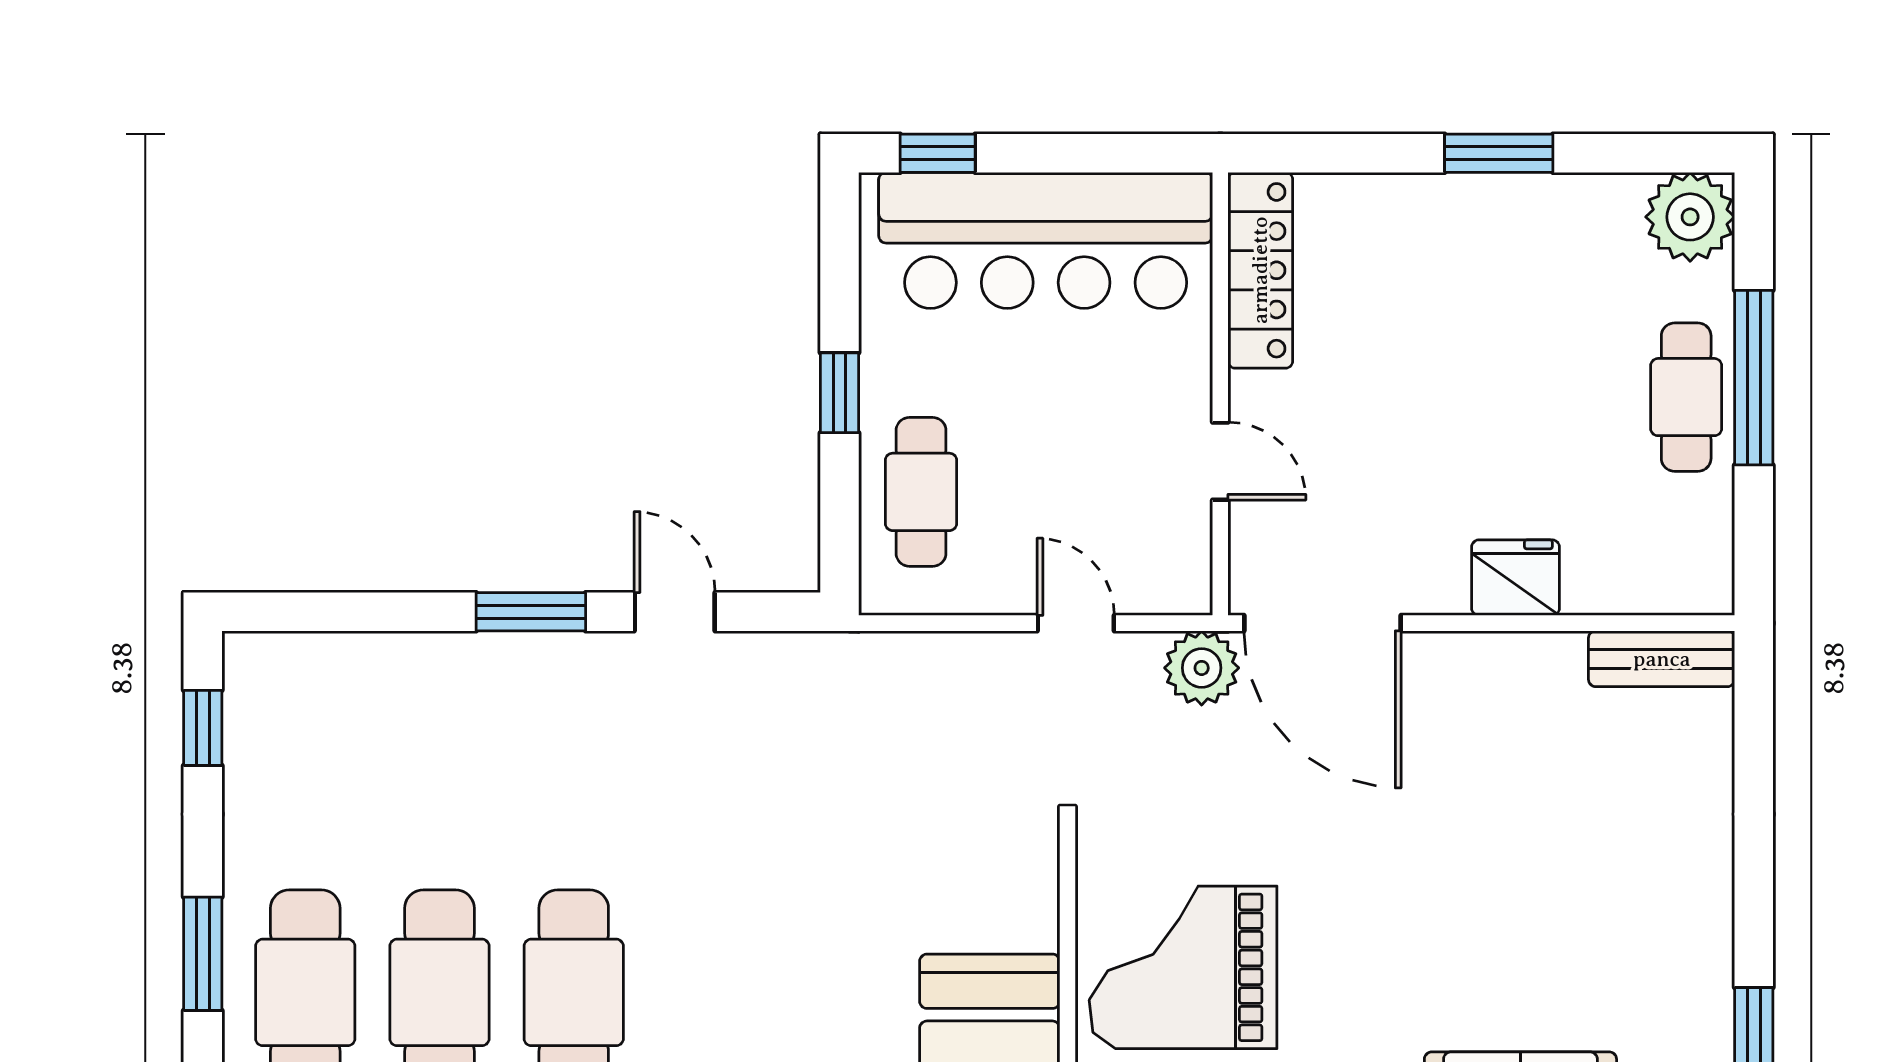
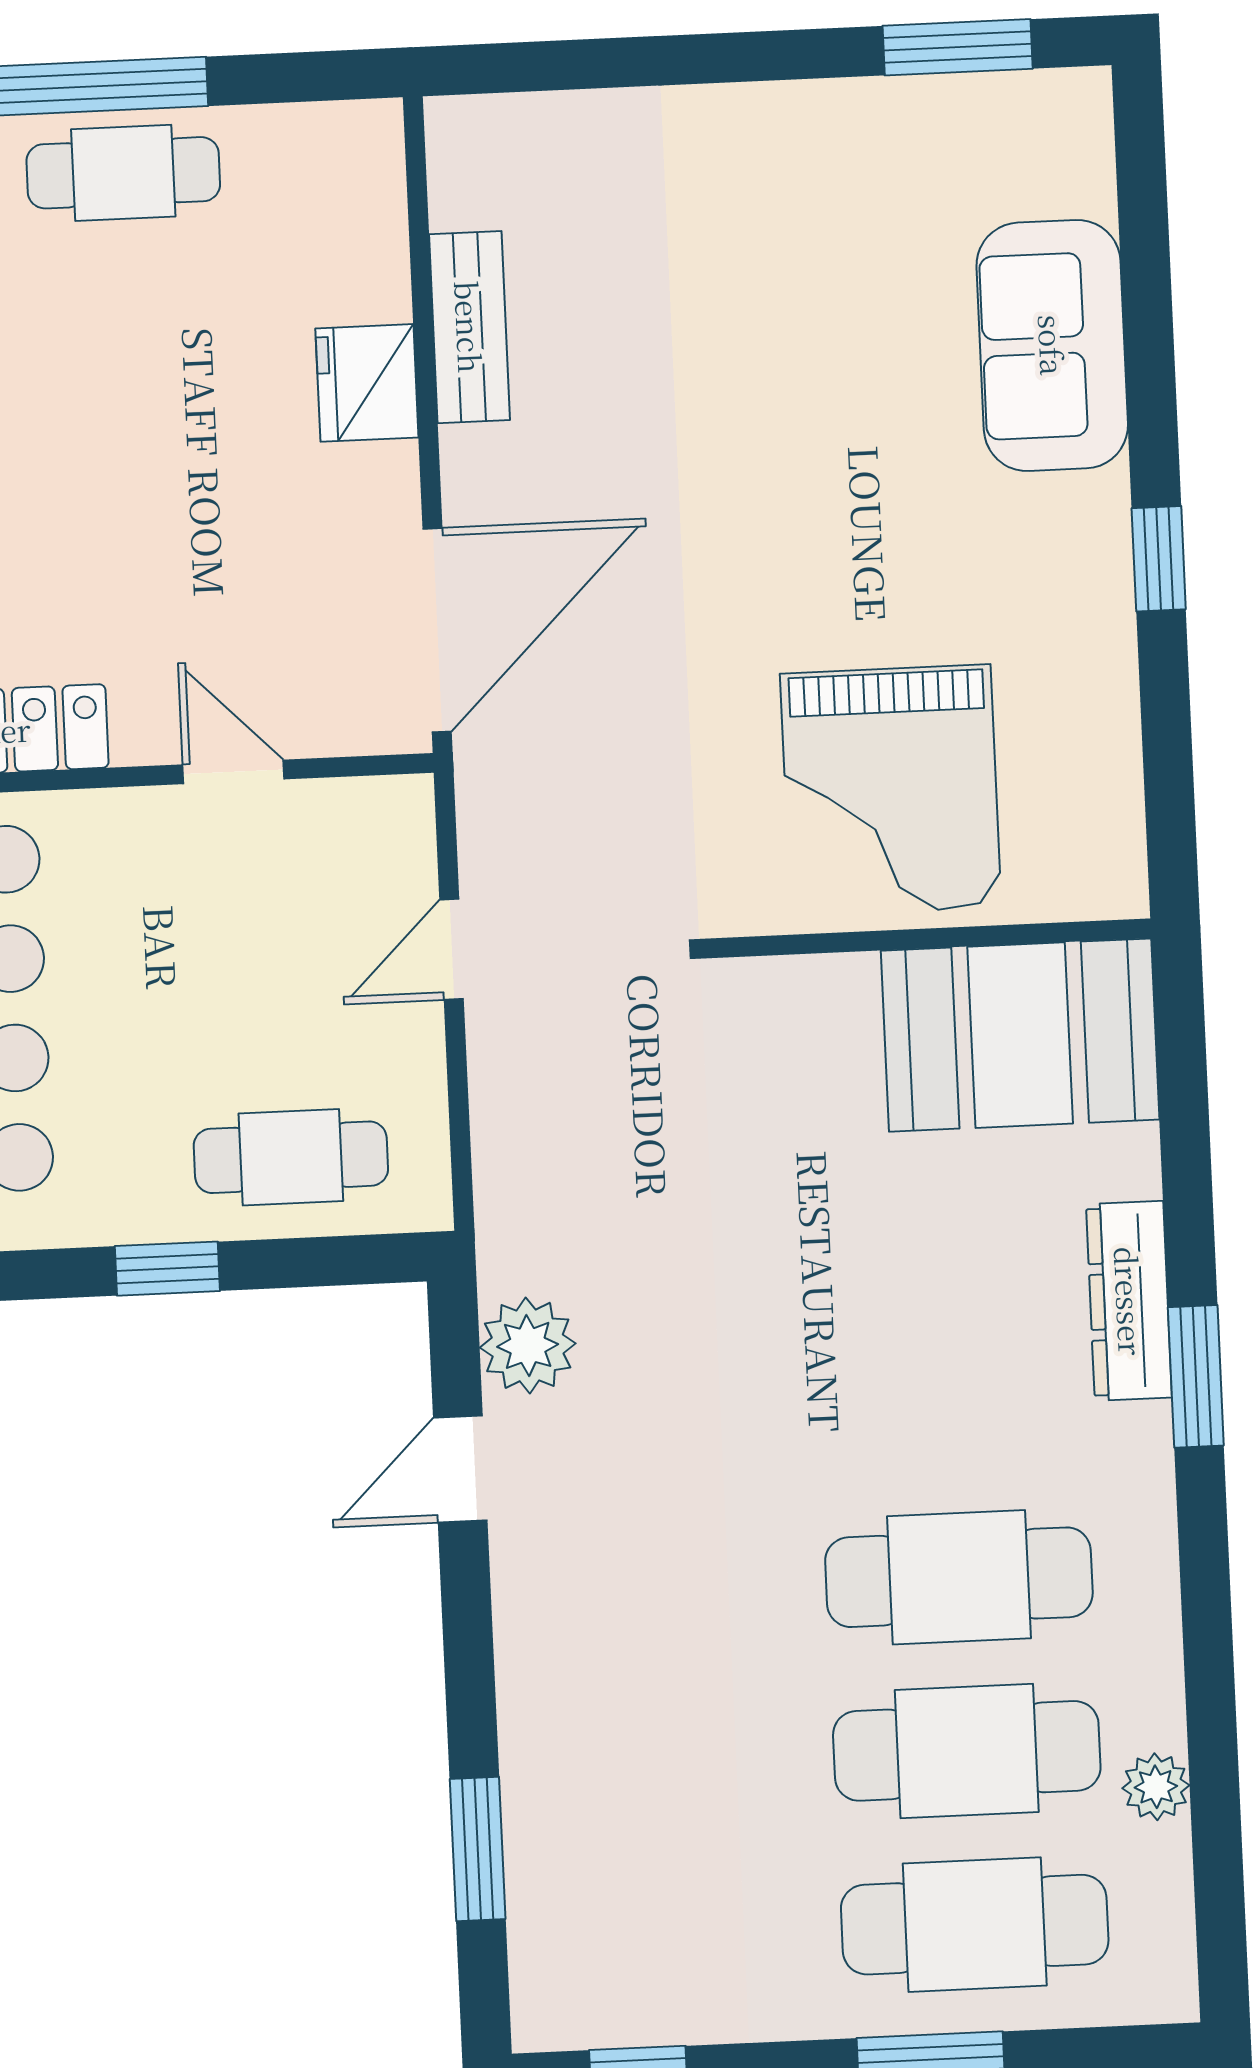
door: (1220, 461) -> (233, 772), hinge flipped
window: (531, 612) -> (478, 1849), moved
bench: (1662, 659) -> (469, 327), moved
plant: (1202, 668) -> (528, 1345), moved

